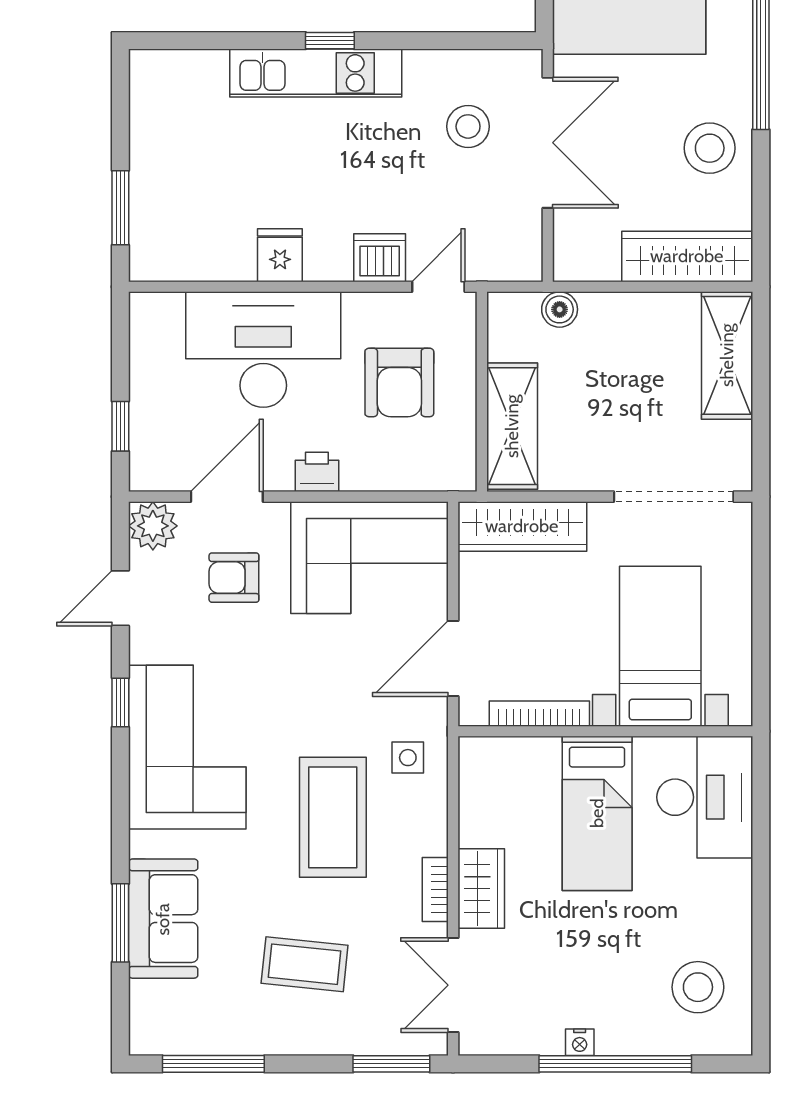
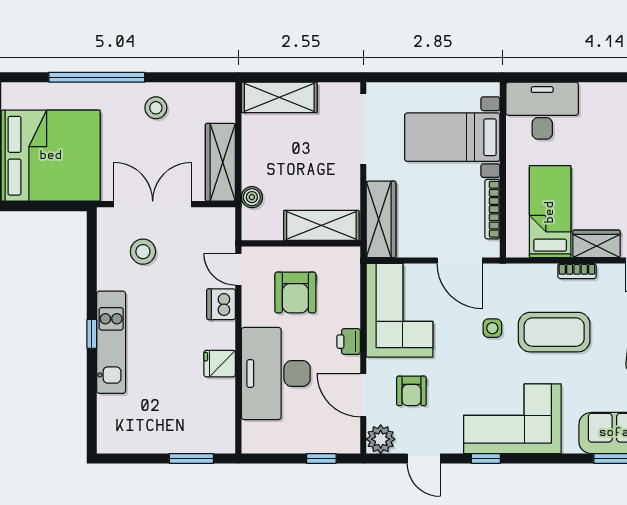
stool: (710, 148) -> (156, 108), width x0.73, depth x0.73
wardrobe: (687, 256) -> (220, 162), moved
armchair: (399, 382) -> (295, 293), turned 90
side table: (408, 758) -> (492, 328), moved
bed: (597, 813) -> (550, 212), moved, turned -90
bookcase: (435, 890) -> (577, 271), moved

